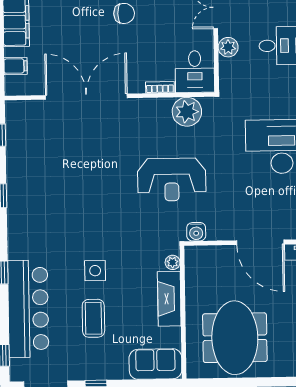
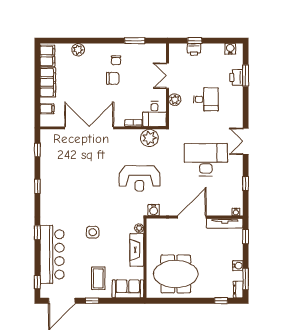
door: (260, 242) -> (192, 217), swing flipped
coffee table: (93, 318) -> (98, 278), moved
meeting table: (235, 338) -> (176, 274), turned 90

